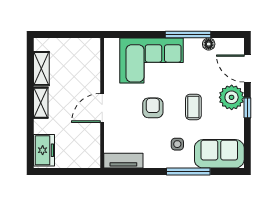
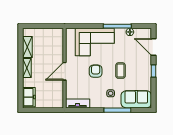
plant: (232, 97) -> (144, 65), removed

